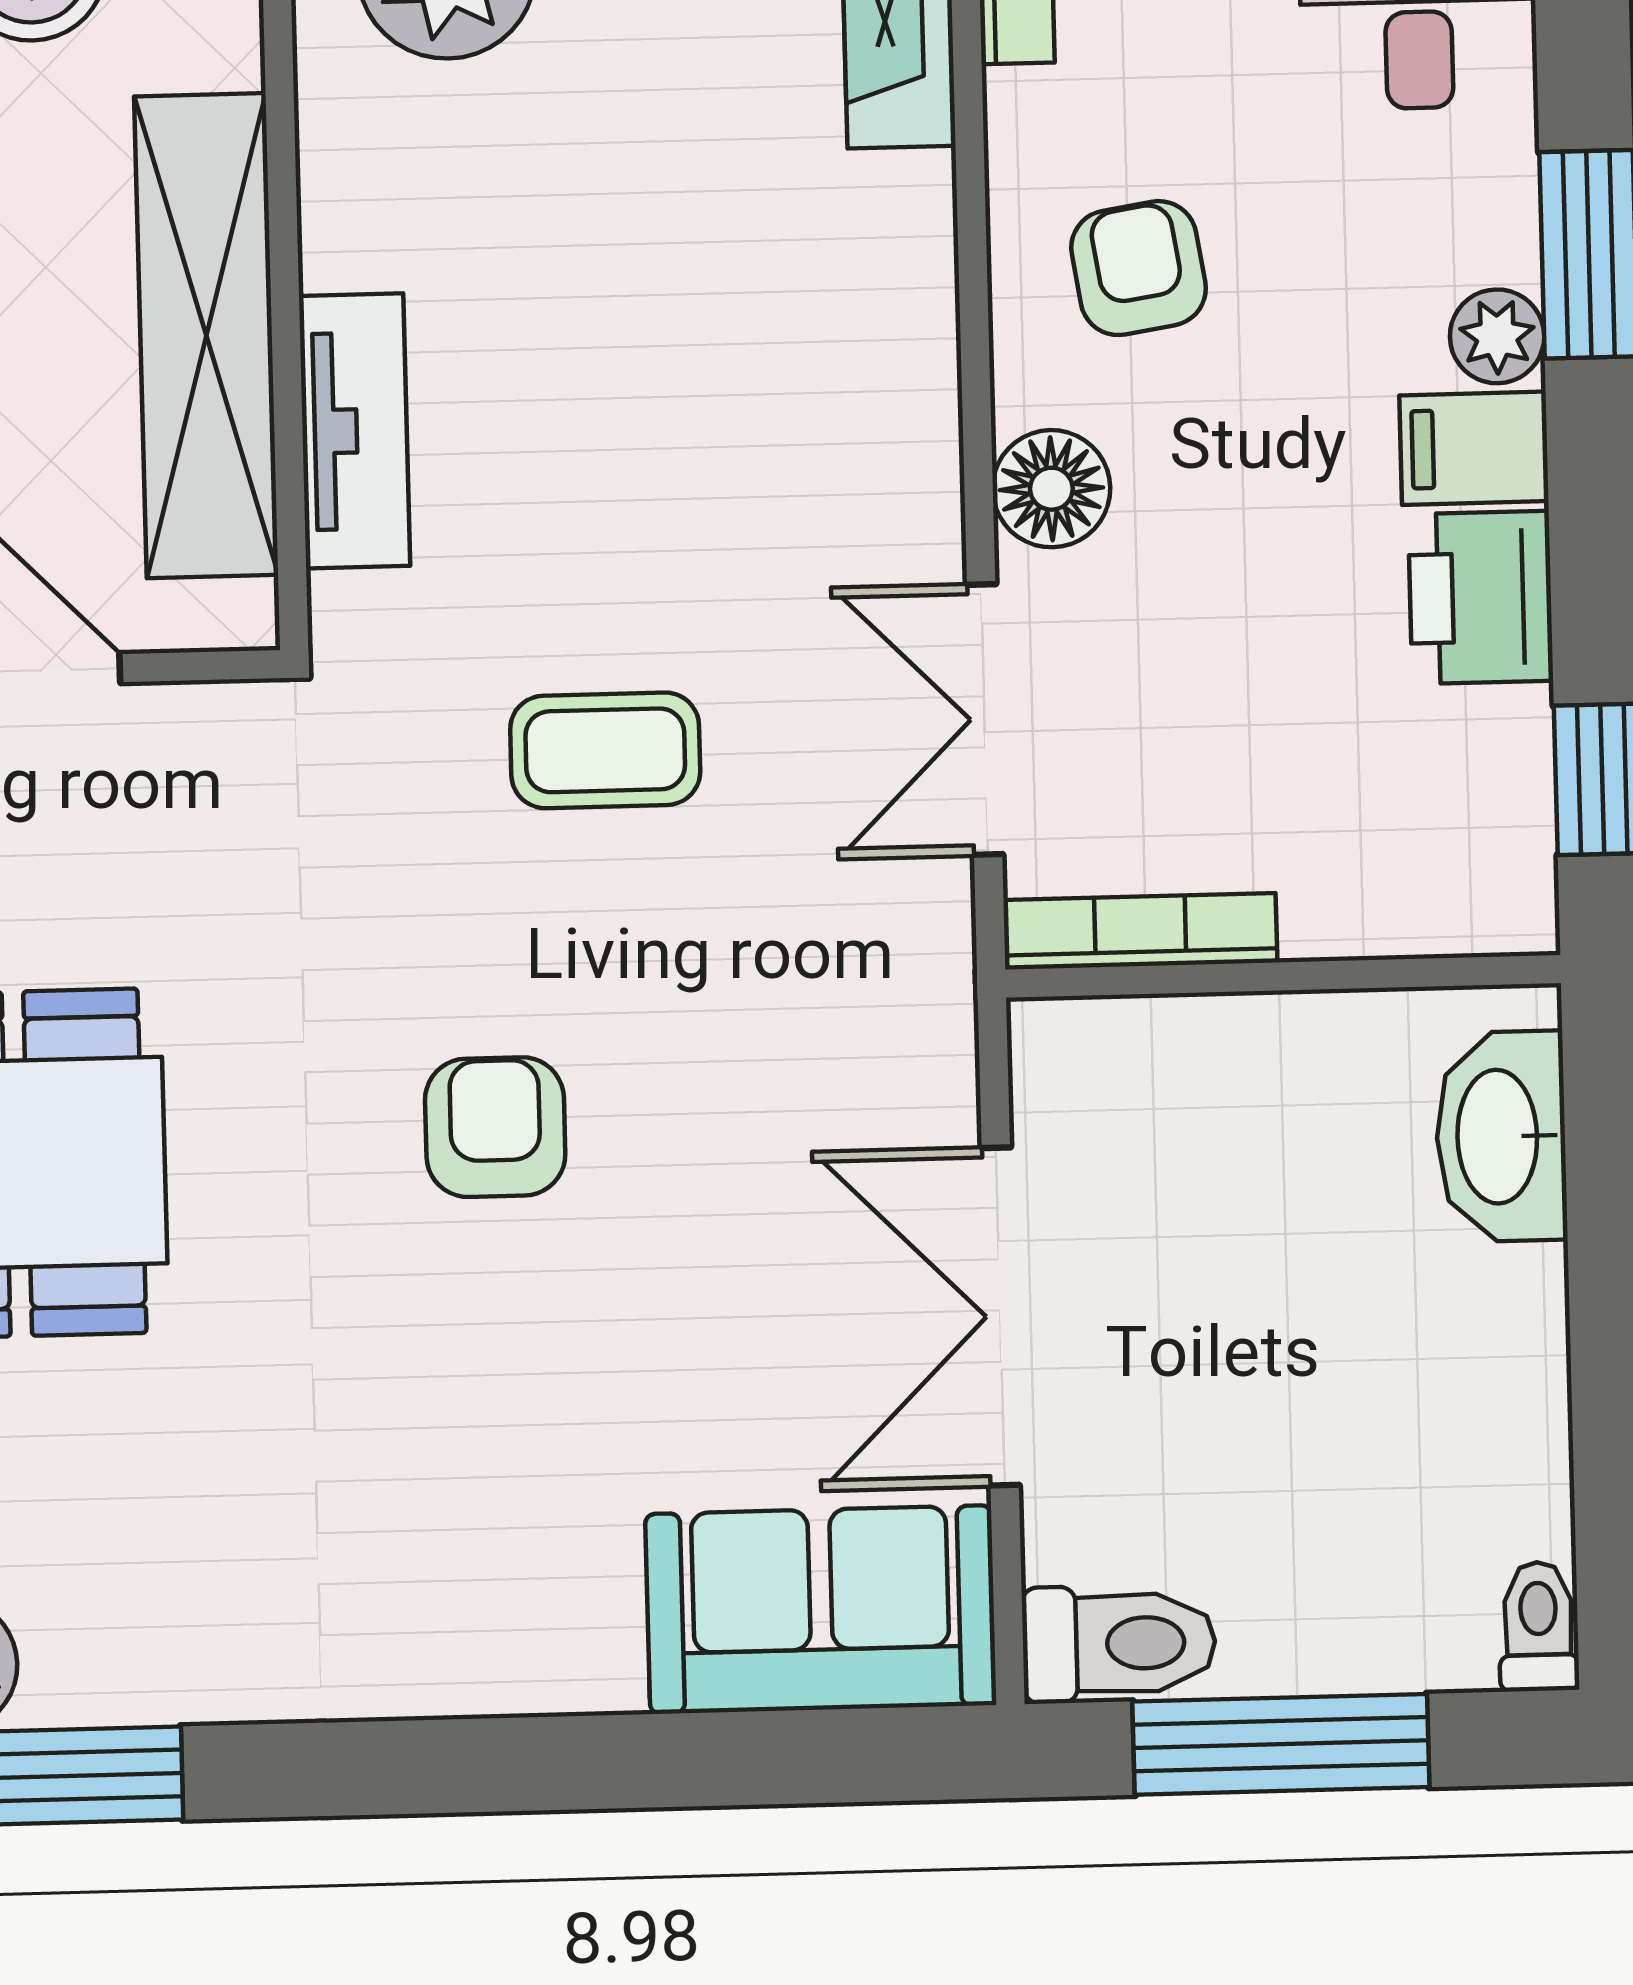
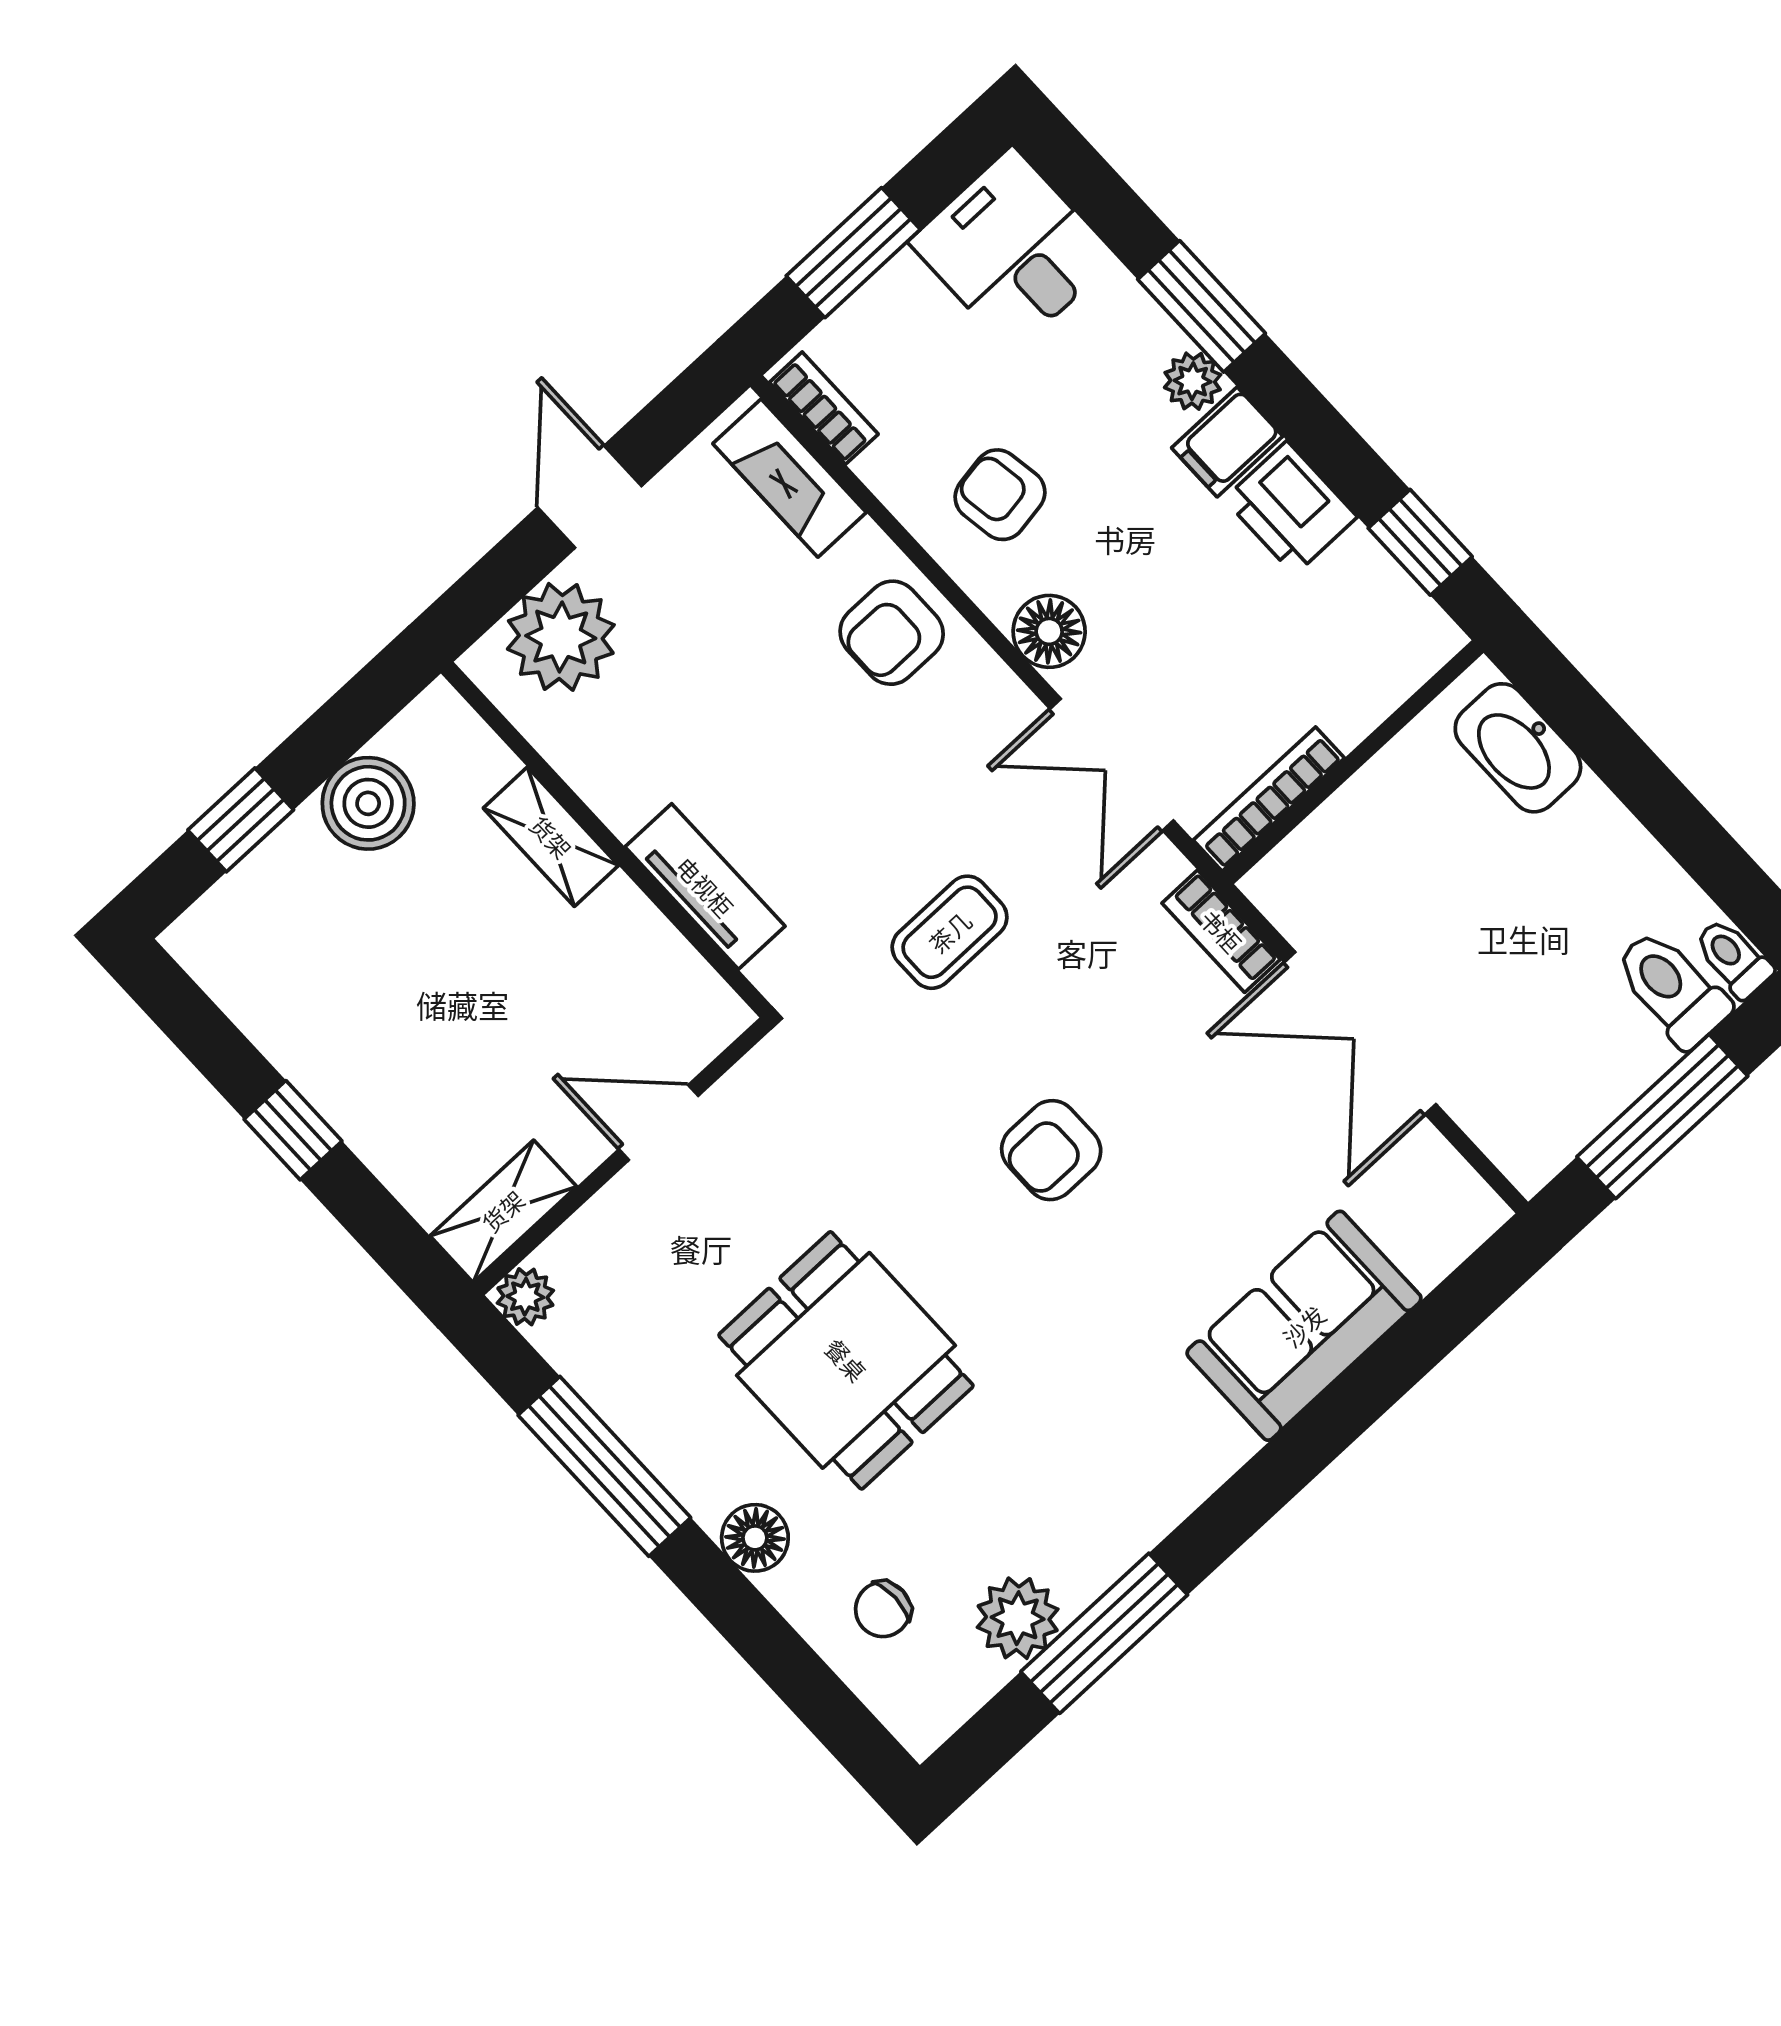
armchair: (857, 321) -> (892, 633), added
shelving: (206, 336) -> (551, 837), width x0.45, depth x0.75
bookcase: (939, 1042) -> (1221, 931), added
armchair: (495, 1127) -> (1051, 1150), turned -90
sofa: (821, 1610) -> (1304, 1326), moved
toilet: (1119, 1644) -> (1672, 989), moved, turned -90

